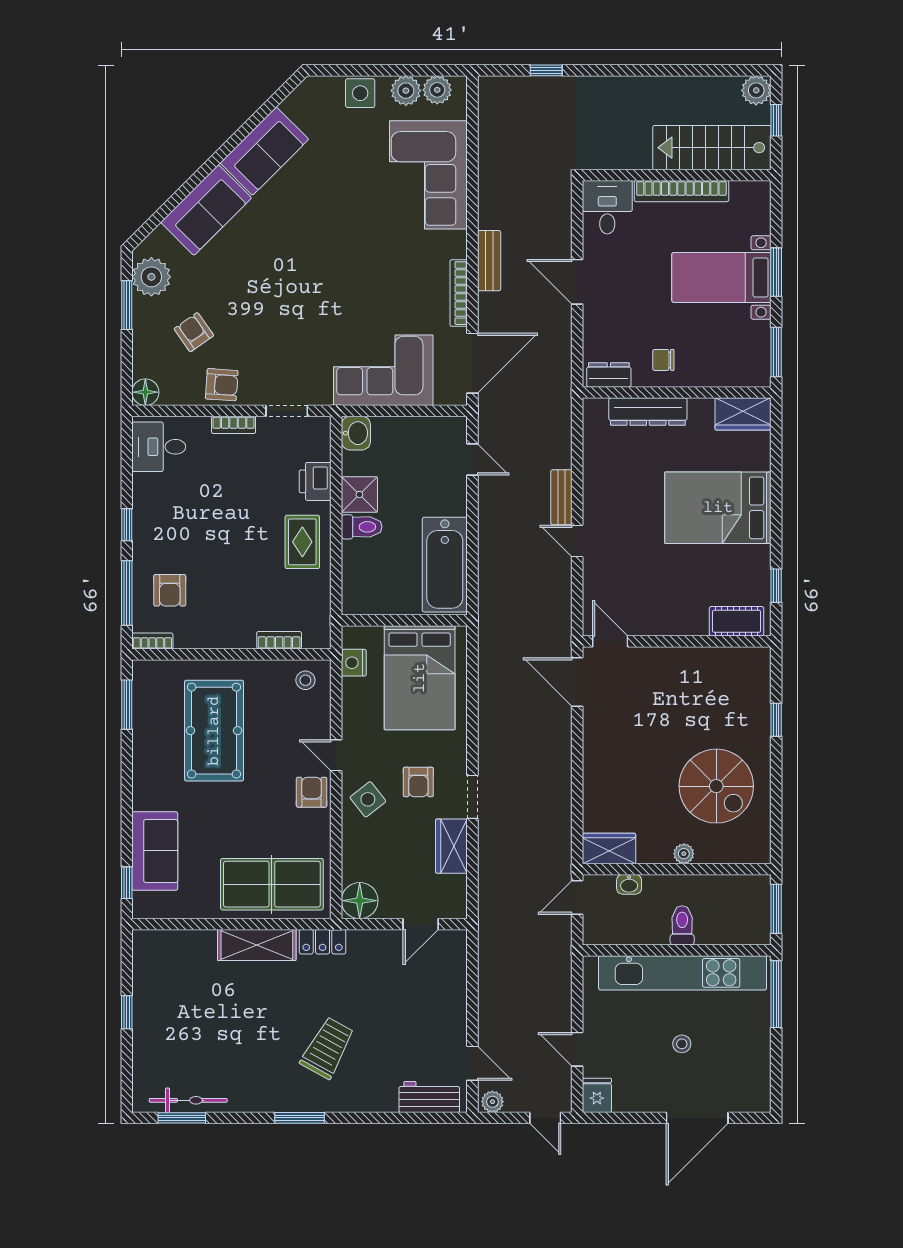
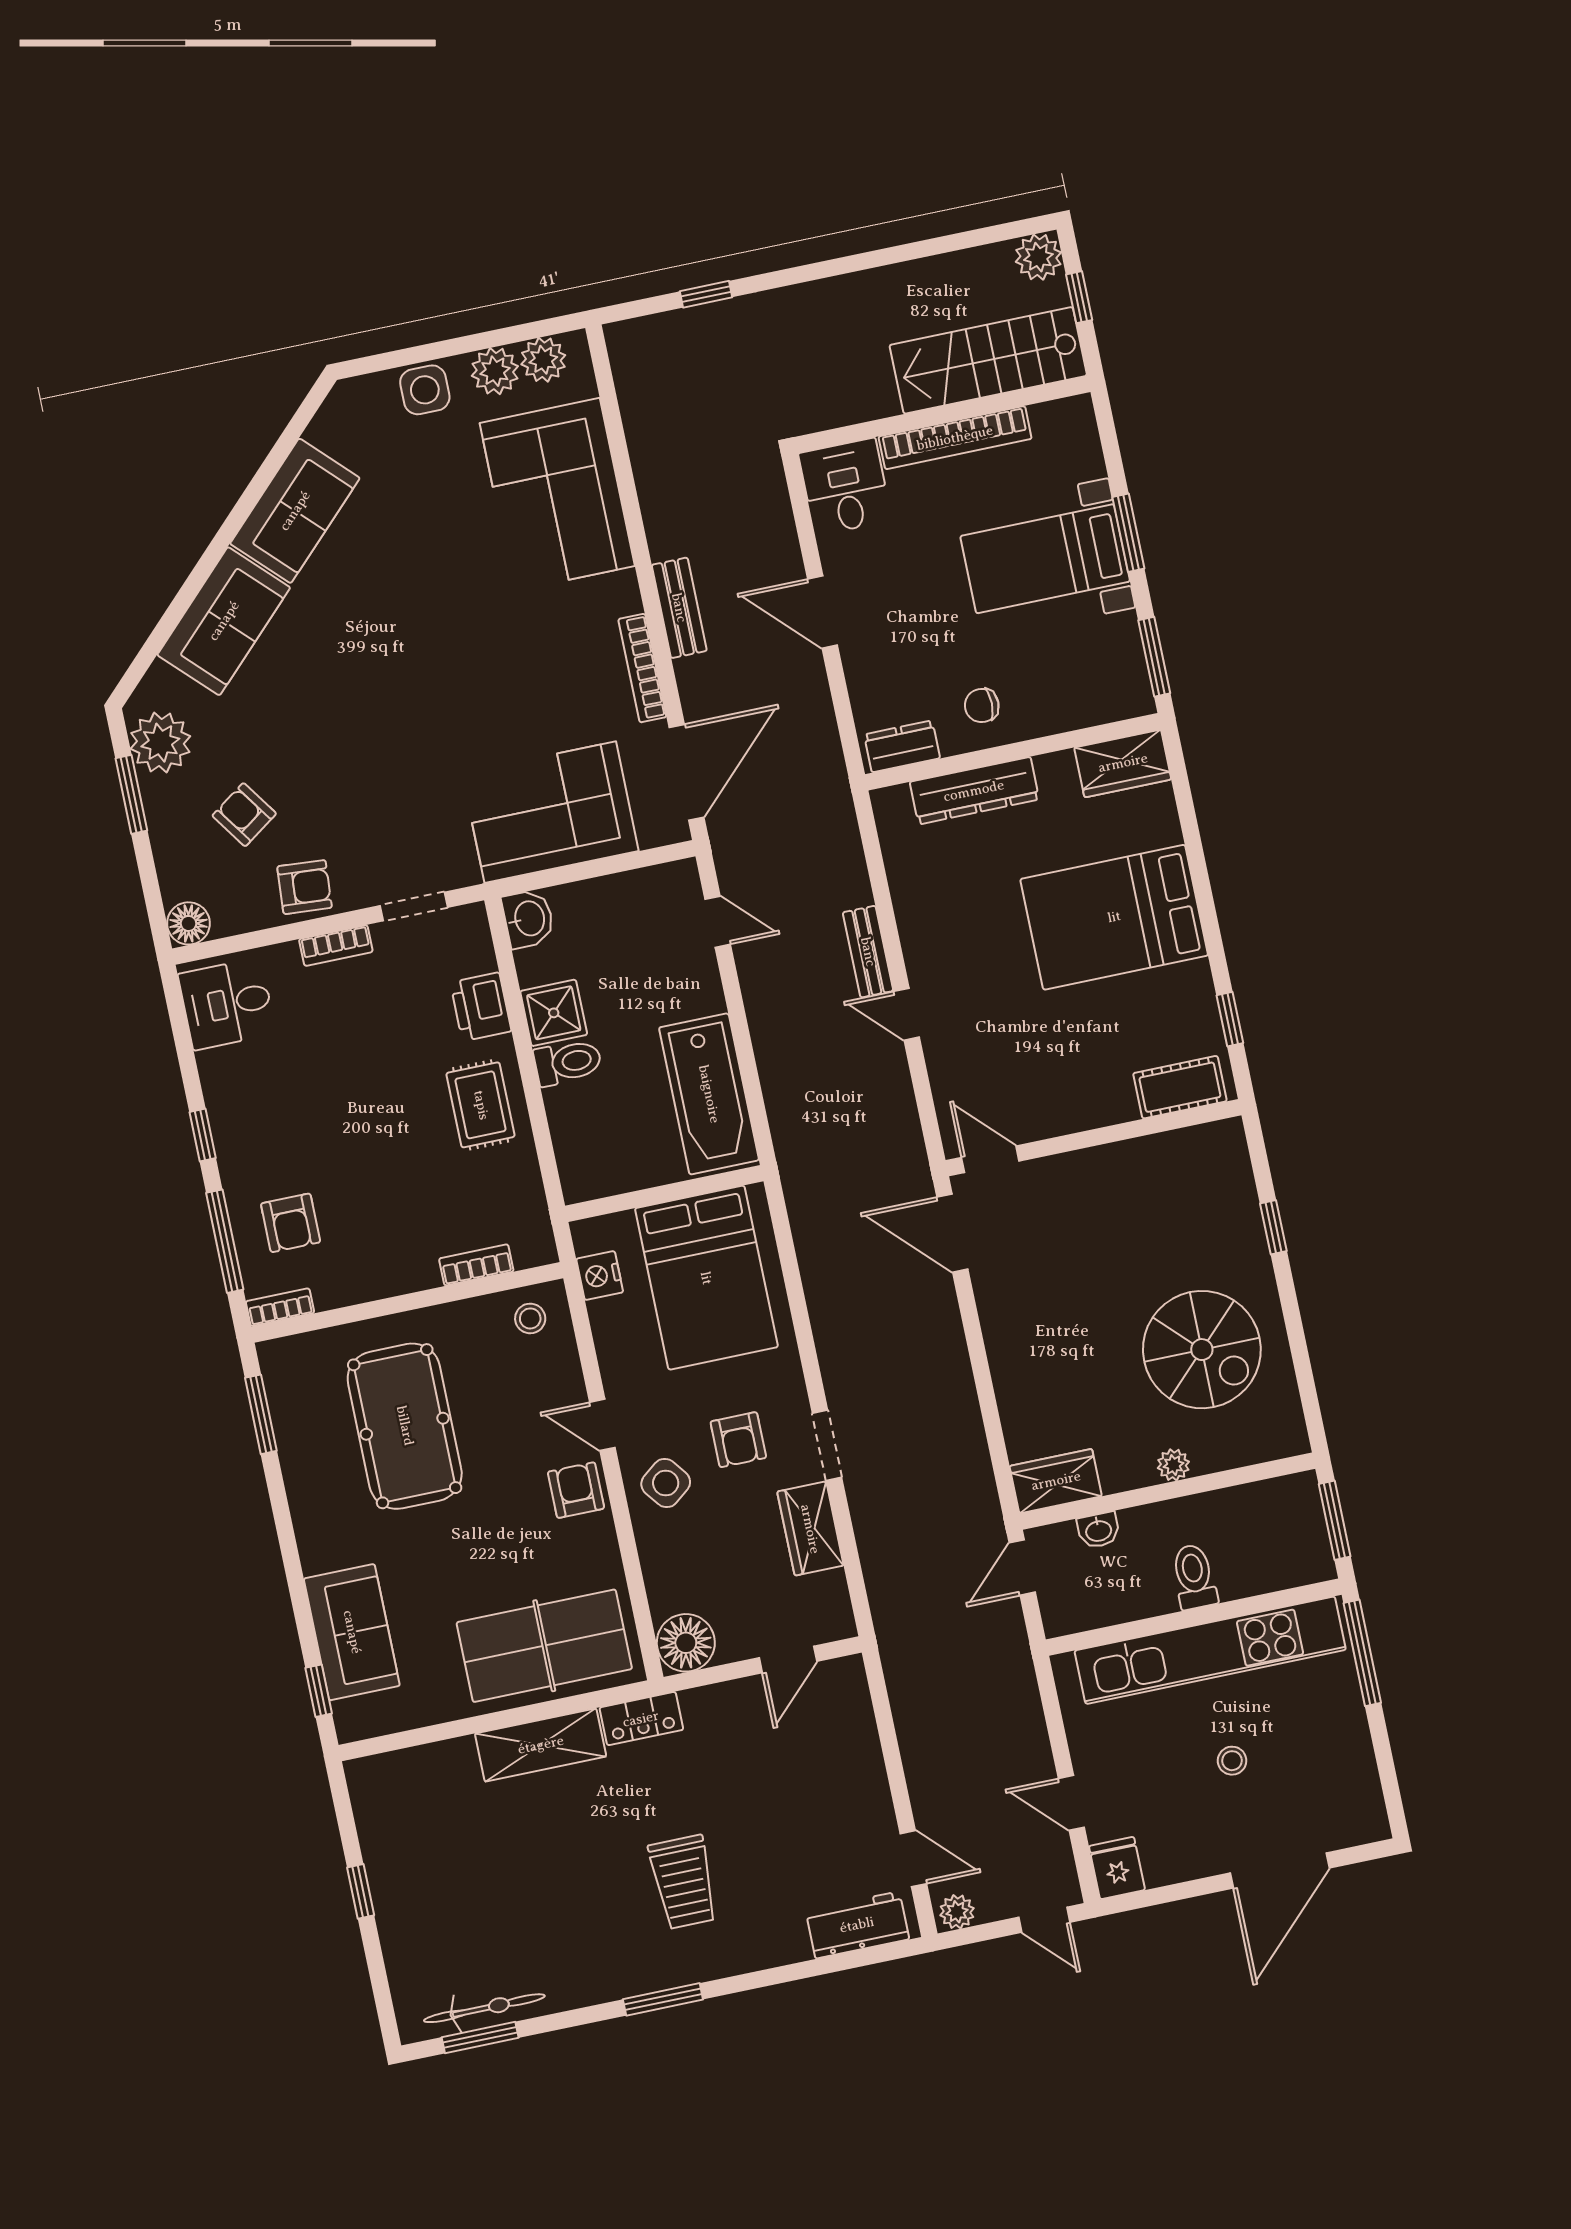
trolley: (327, 1048) -> (683, 1882), turned 151

